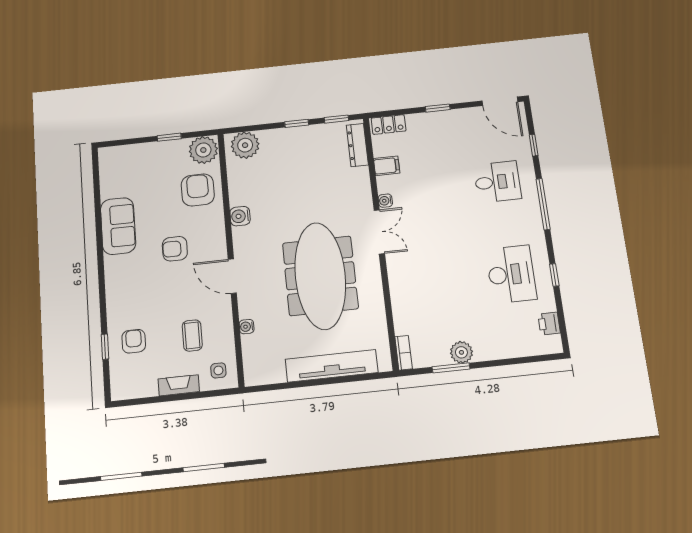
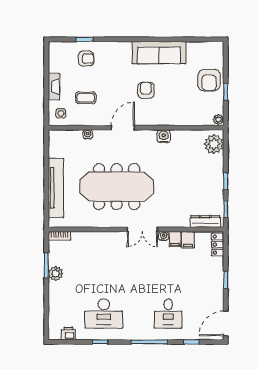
plant: (203, 150) -> (218, 120), width x0.53, depth x0.53
filing cabinet: (388, 184) -> (175, 239), added
armchair: (198, 190) -> (209, 80), moved, turned 90
sofa: (118, 226) -> (159, 53), width x1.36

